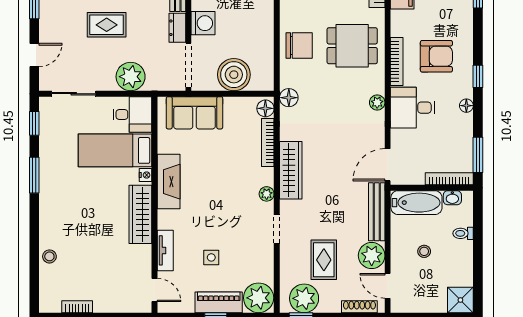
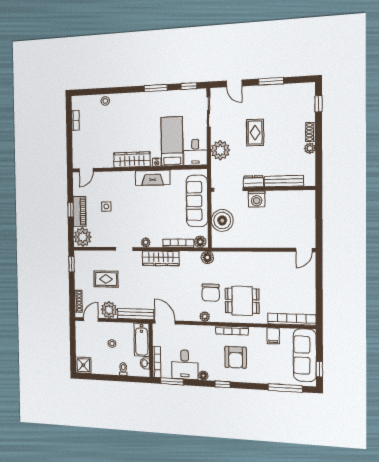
chair: (299, 46) -> (211, 293), moved
dining table: (352, 46) -> (242, 301), turned 90
desk: (413, 108) -> (185, 365), moved, turned 180
sofa: (194, 113) -> (197, 201), width x1.36
tv unit: (165, 250) -> (110, 176), removed
plant: (304, 298) -> (83, 266), removed

